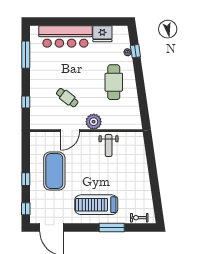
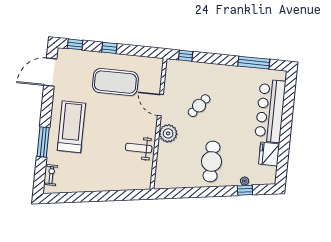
cafe table: (114, 82) -> (211, 161), turned 90
window: (26, 102) -> (186, 56), moved

